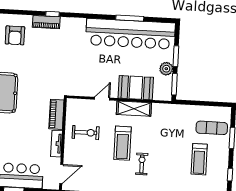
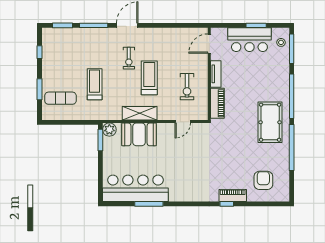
bar counter: (130, 34) -> (135, 188), width x0.73
window: (176, 56) -> (100, 168), removed
plant: (166, 69) -> (109, 130), moved
door: (102, 99) -> (183, 122), moved
exercise bike: (86, 133) -> (187, 87), turned -90
treadmill: (199, 159) -> (95, 84), moved

